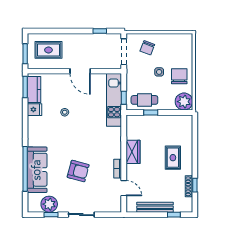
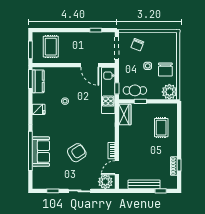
rug: (48, 50) -> (51, 47), turned 90
door: (80, 71) -> (90, 65), moved
chair: (179, 76) -> (165, 70), turned 180
fridge: (35, 110) -> (39, 109), moved
wardrobe: (133, 152) -> (125, 115), moved
rug: (173, 158) -> (161, 128), moved
sofa: (37, 170) -> (41, 152), width x0.73
armchair: (78, 171) -> (77, 153), turned -48
door: (124, 188) -> (117, 168), swing flipped
plant: (49, 204) -> (105, 182), moved

